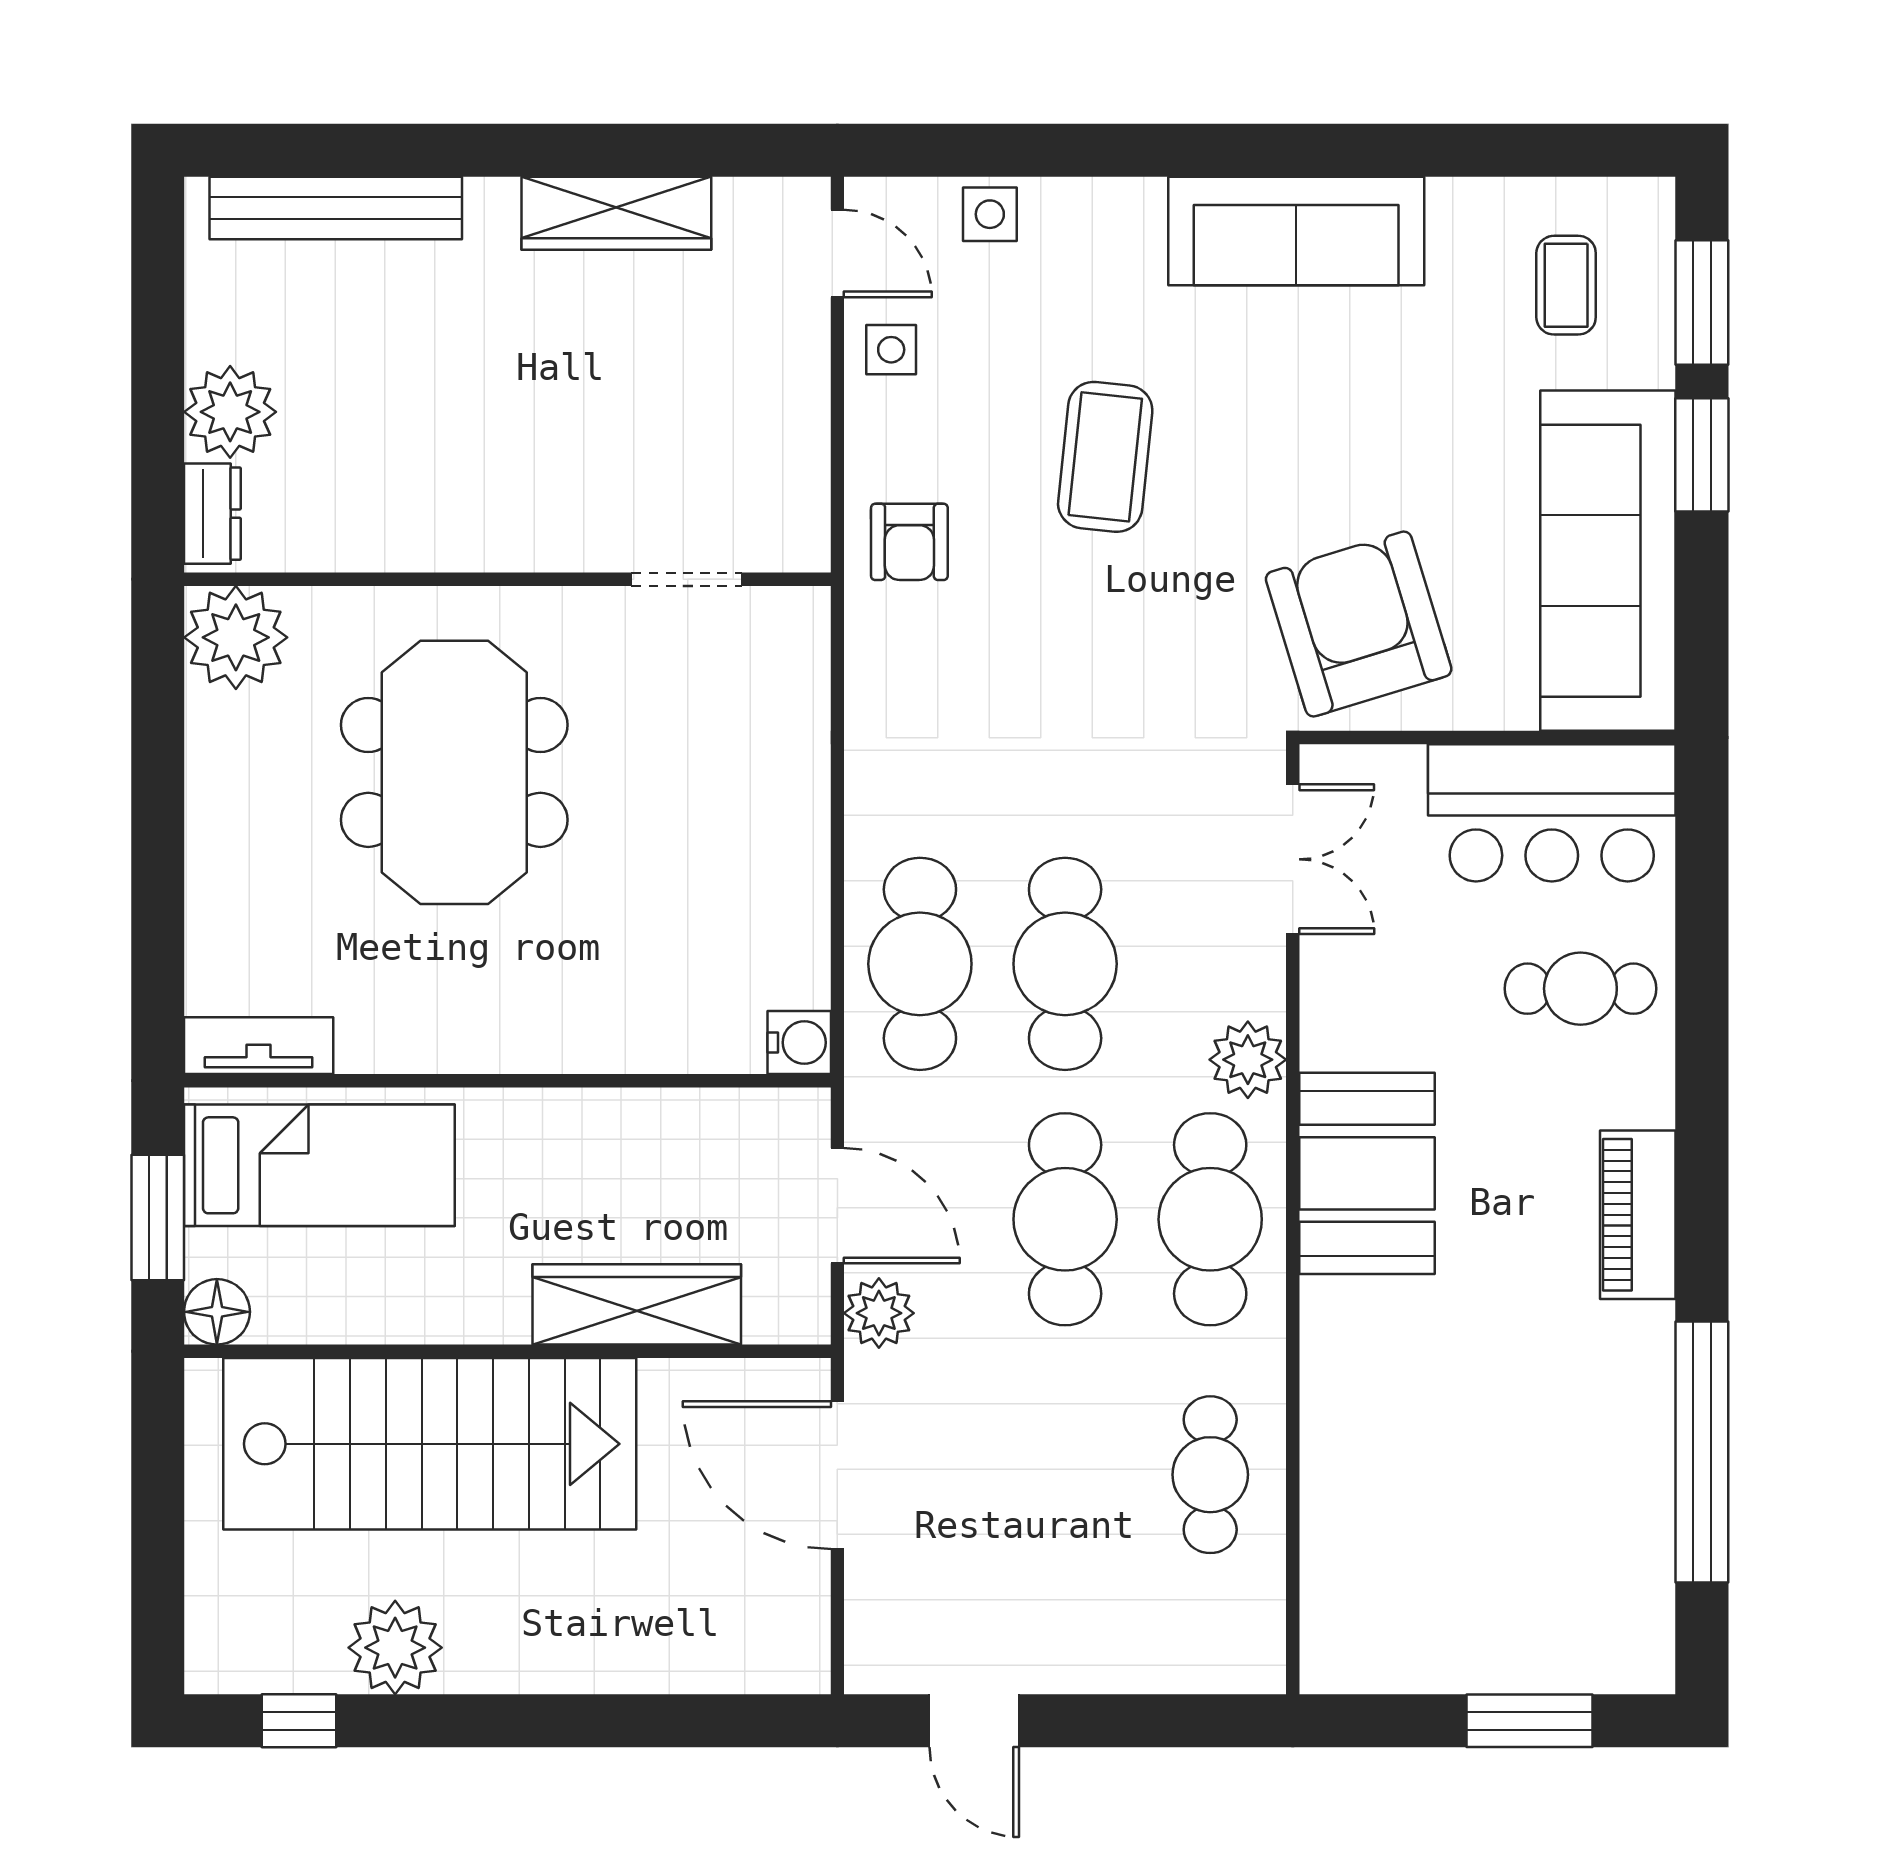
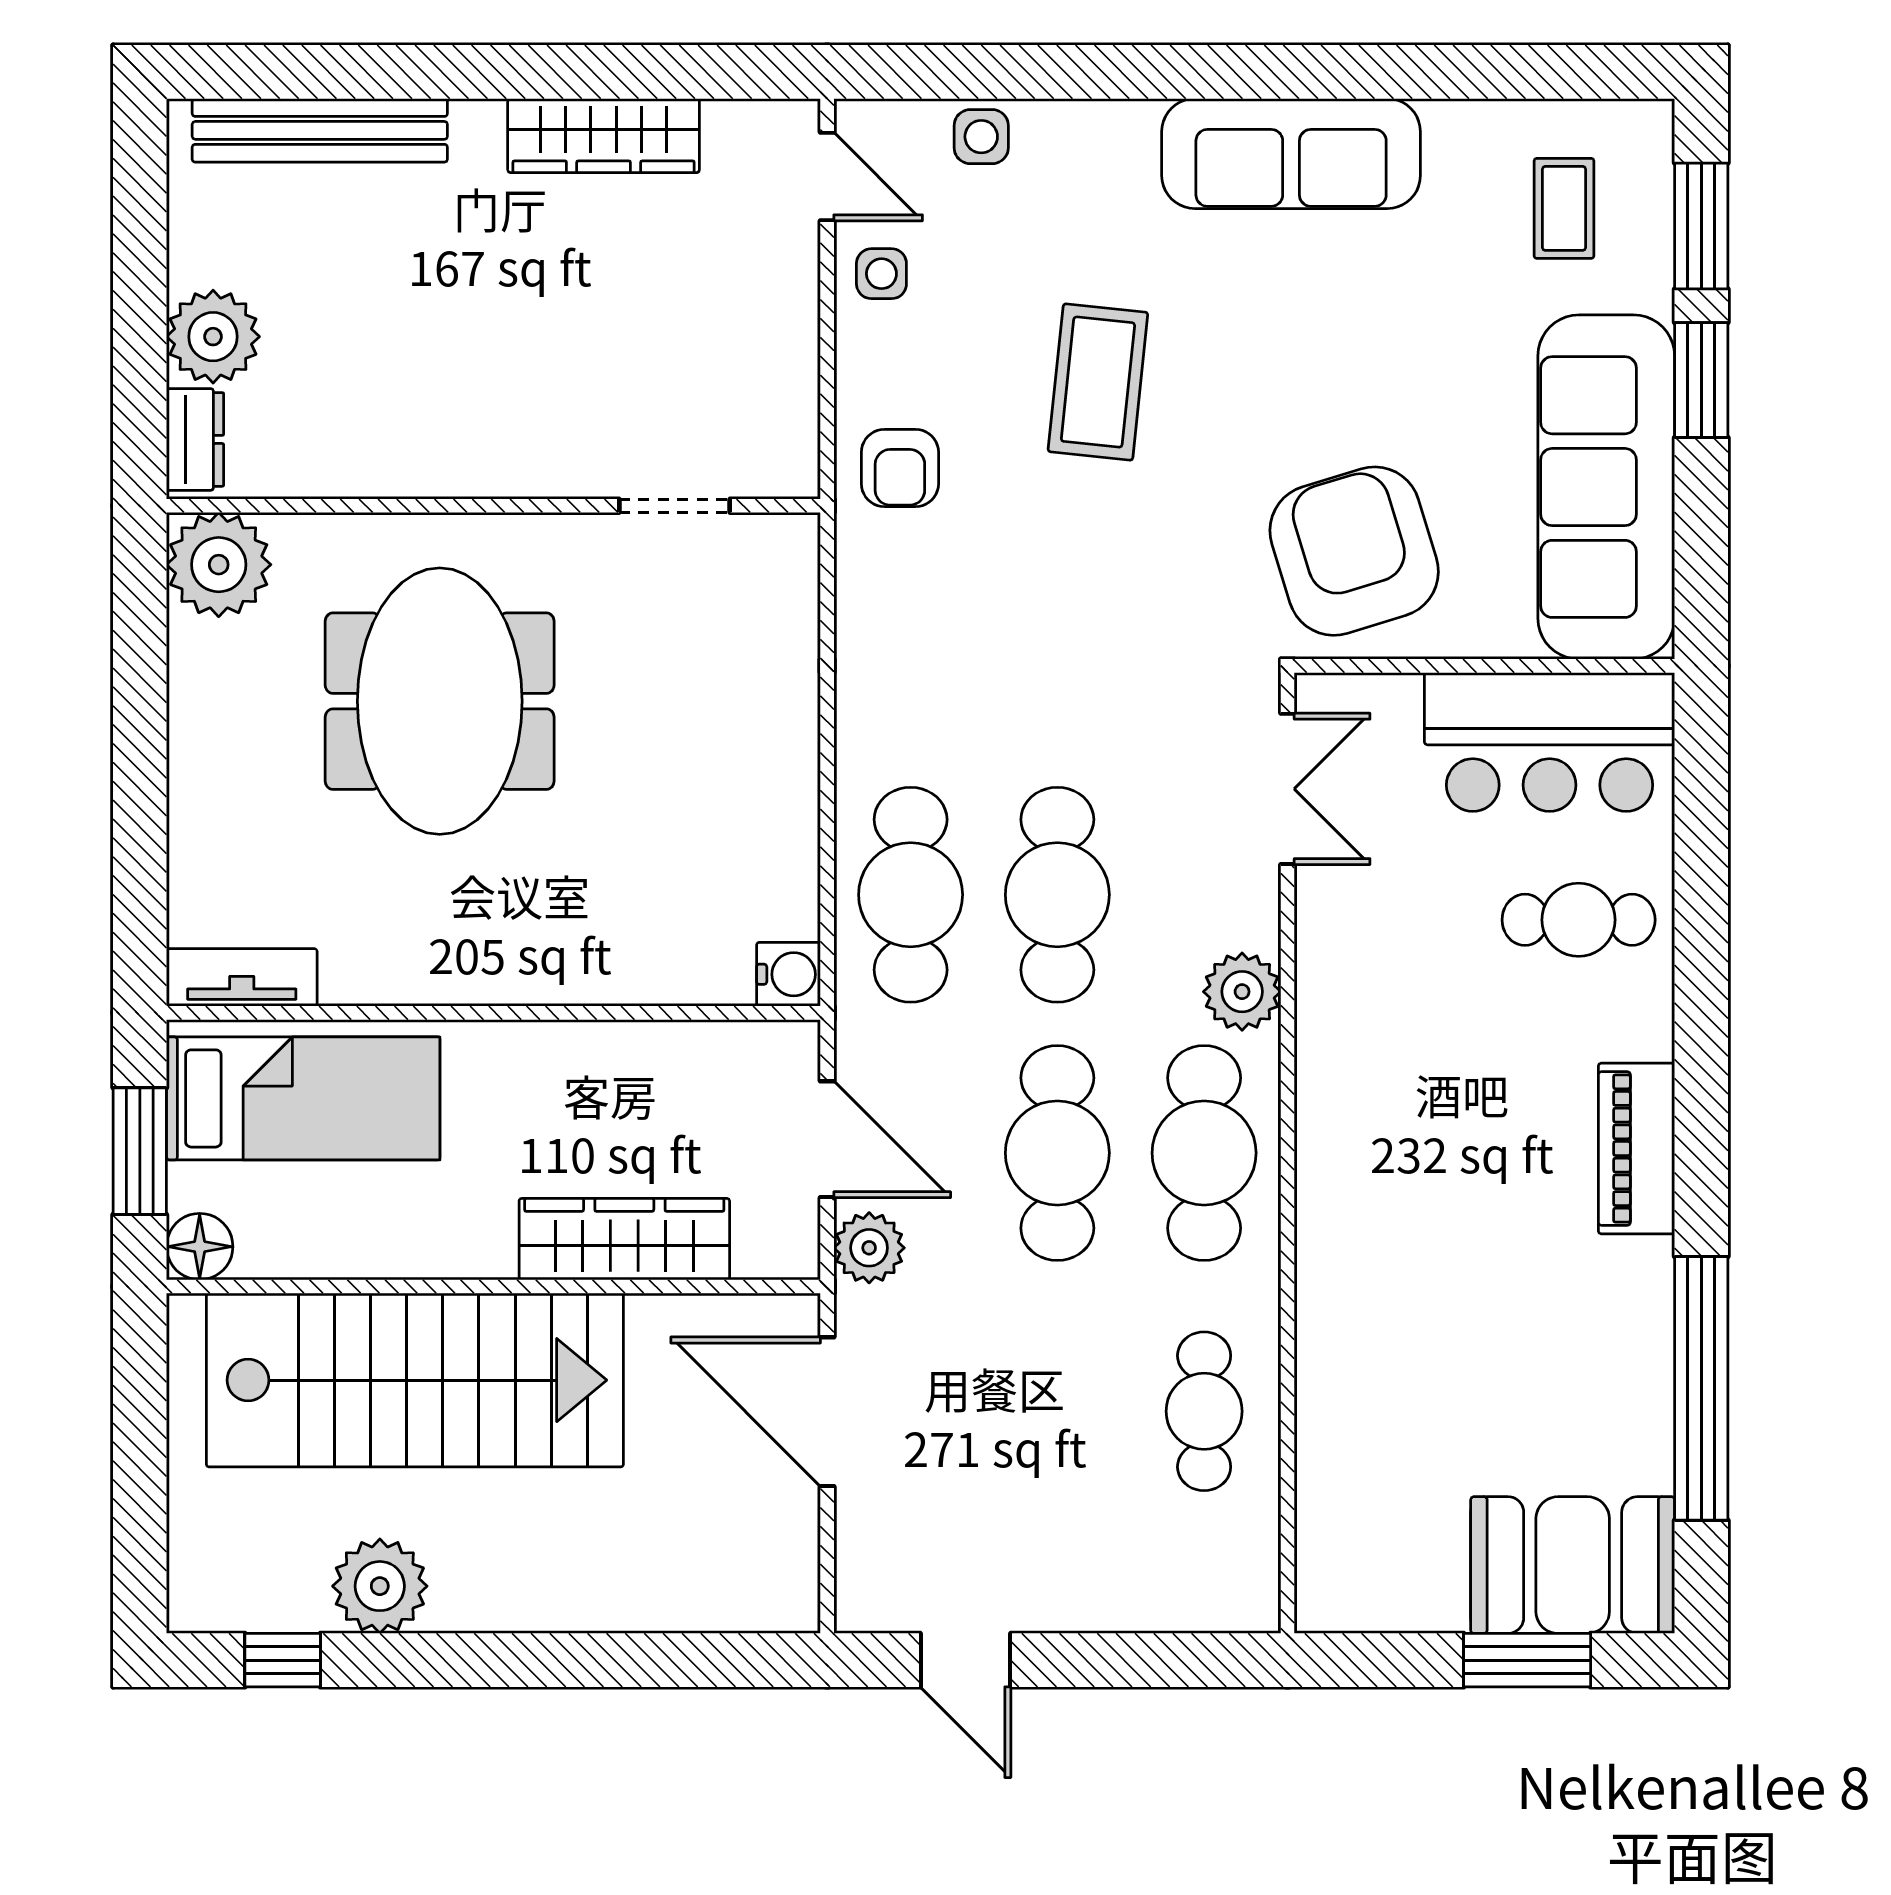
booth: (1367, 1173) -> (1573, 1565), moved, turned 90

